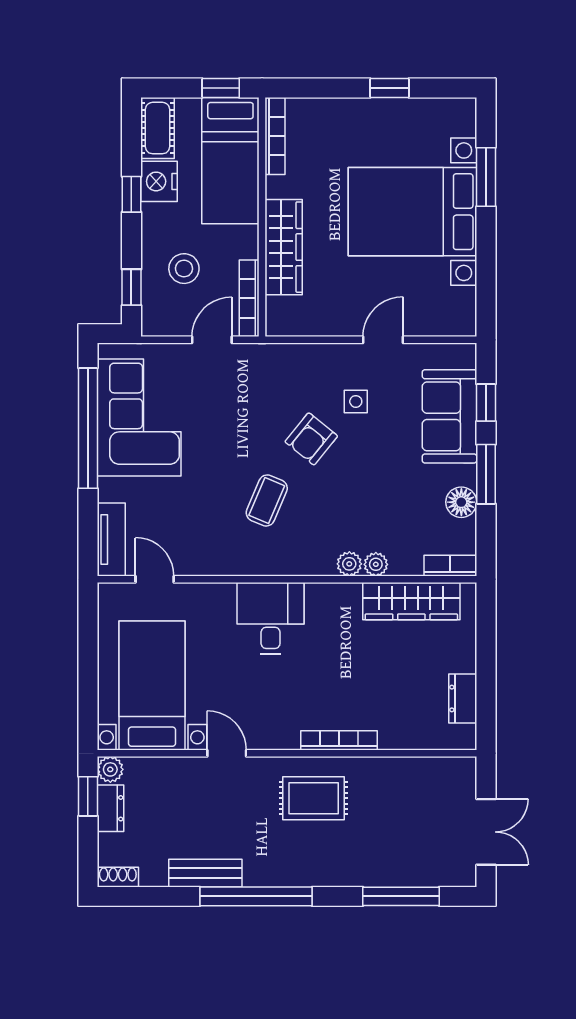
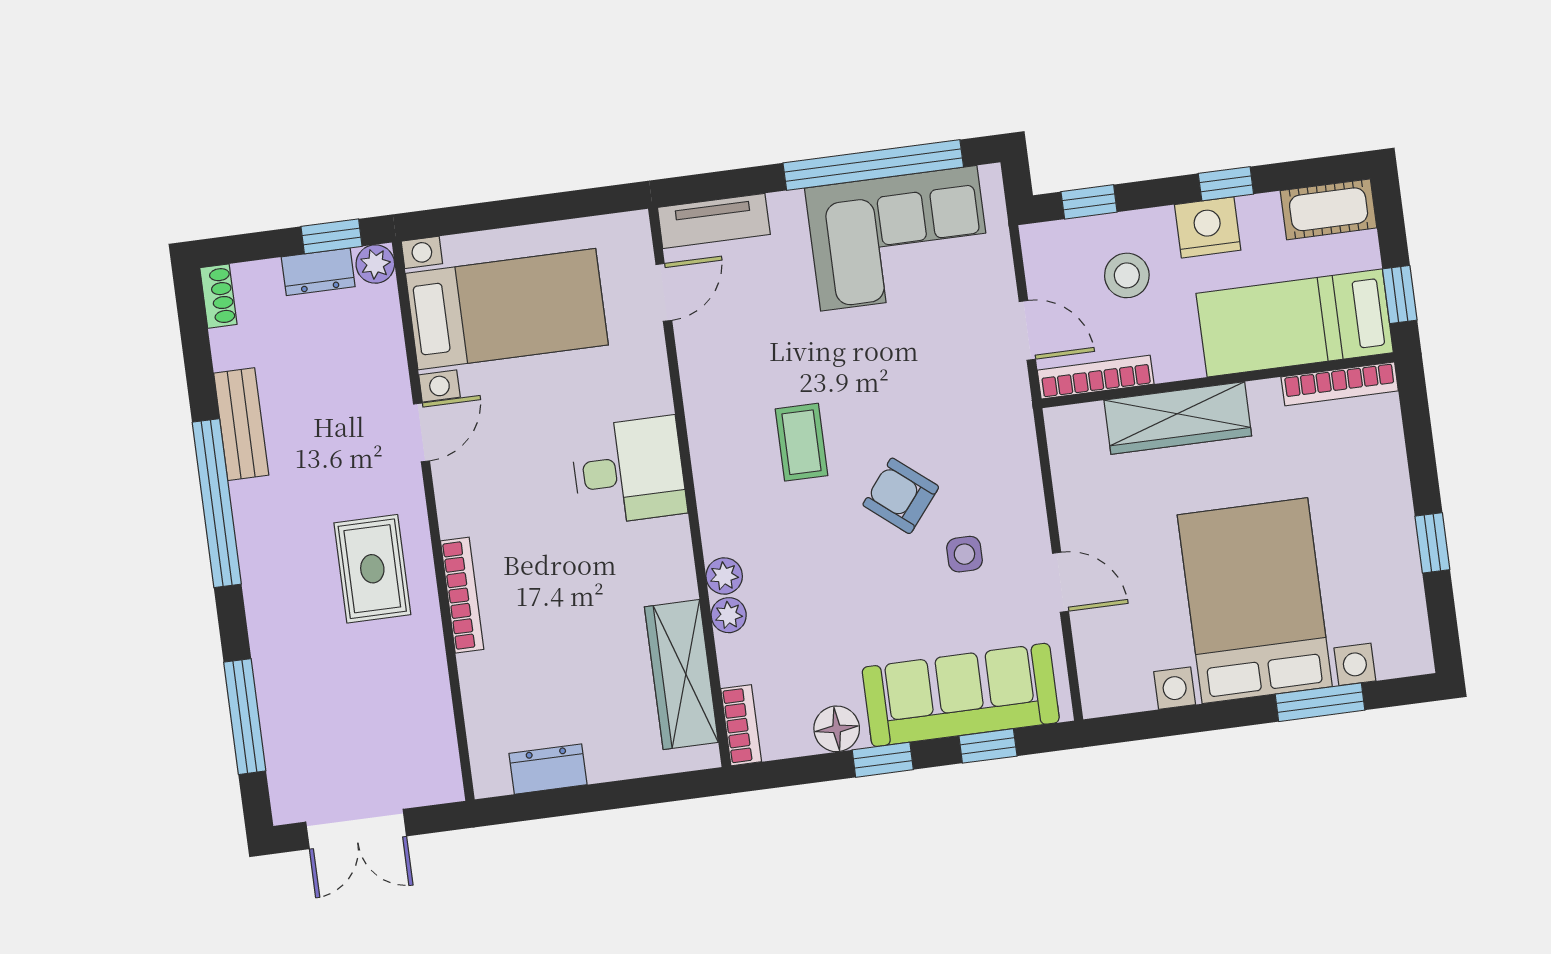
nightstand: (159, 181) -> (1208, 227), moved
sofa: (450, 416) -> (961, 695), width x1.36
window: (486, 474) -> (883, 760), width x0.67
coffee table: (267, 500) -> (802, 442), turned 67

